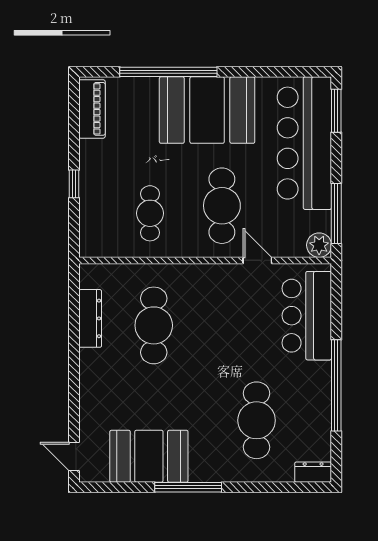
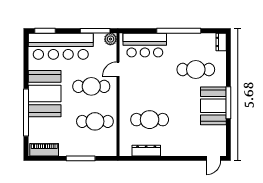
window: (74, 184) -> (81, 158), width x2.17
cafe table: (150, 213) -> (95, 121), width x1.37, depth x1.35
booth: (149, 456) -> (213, 106), moved

